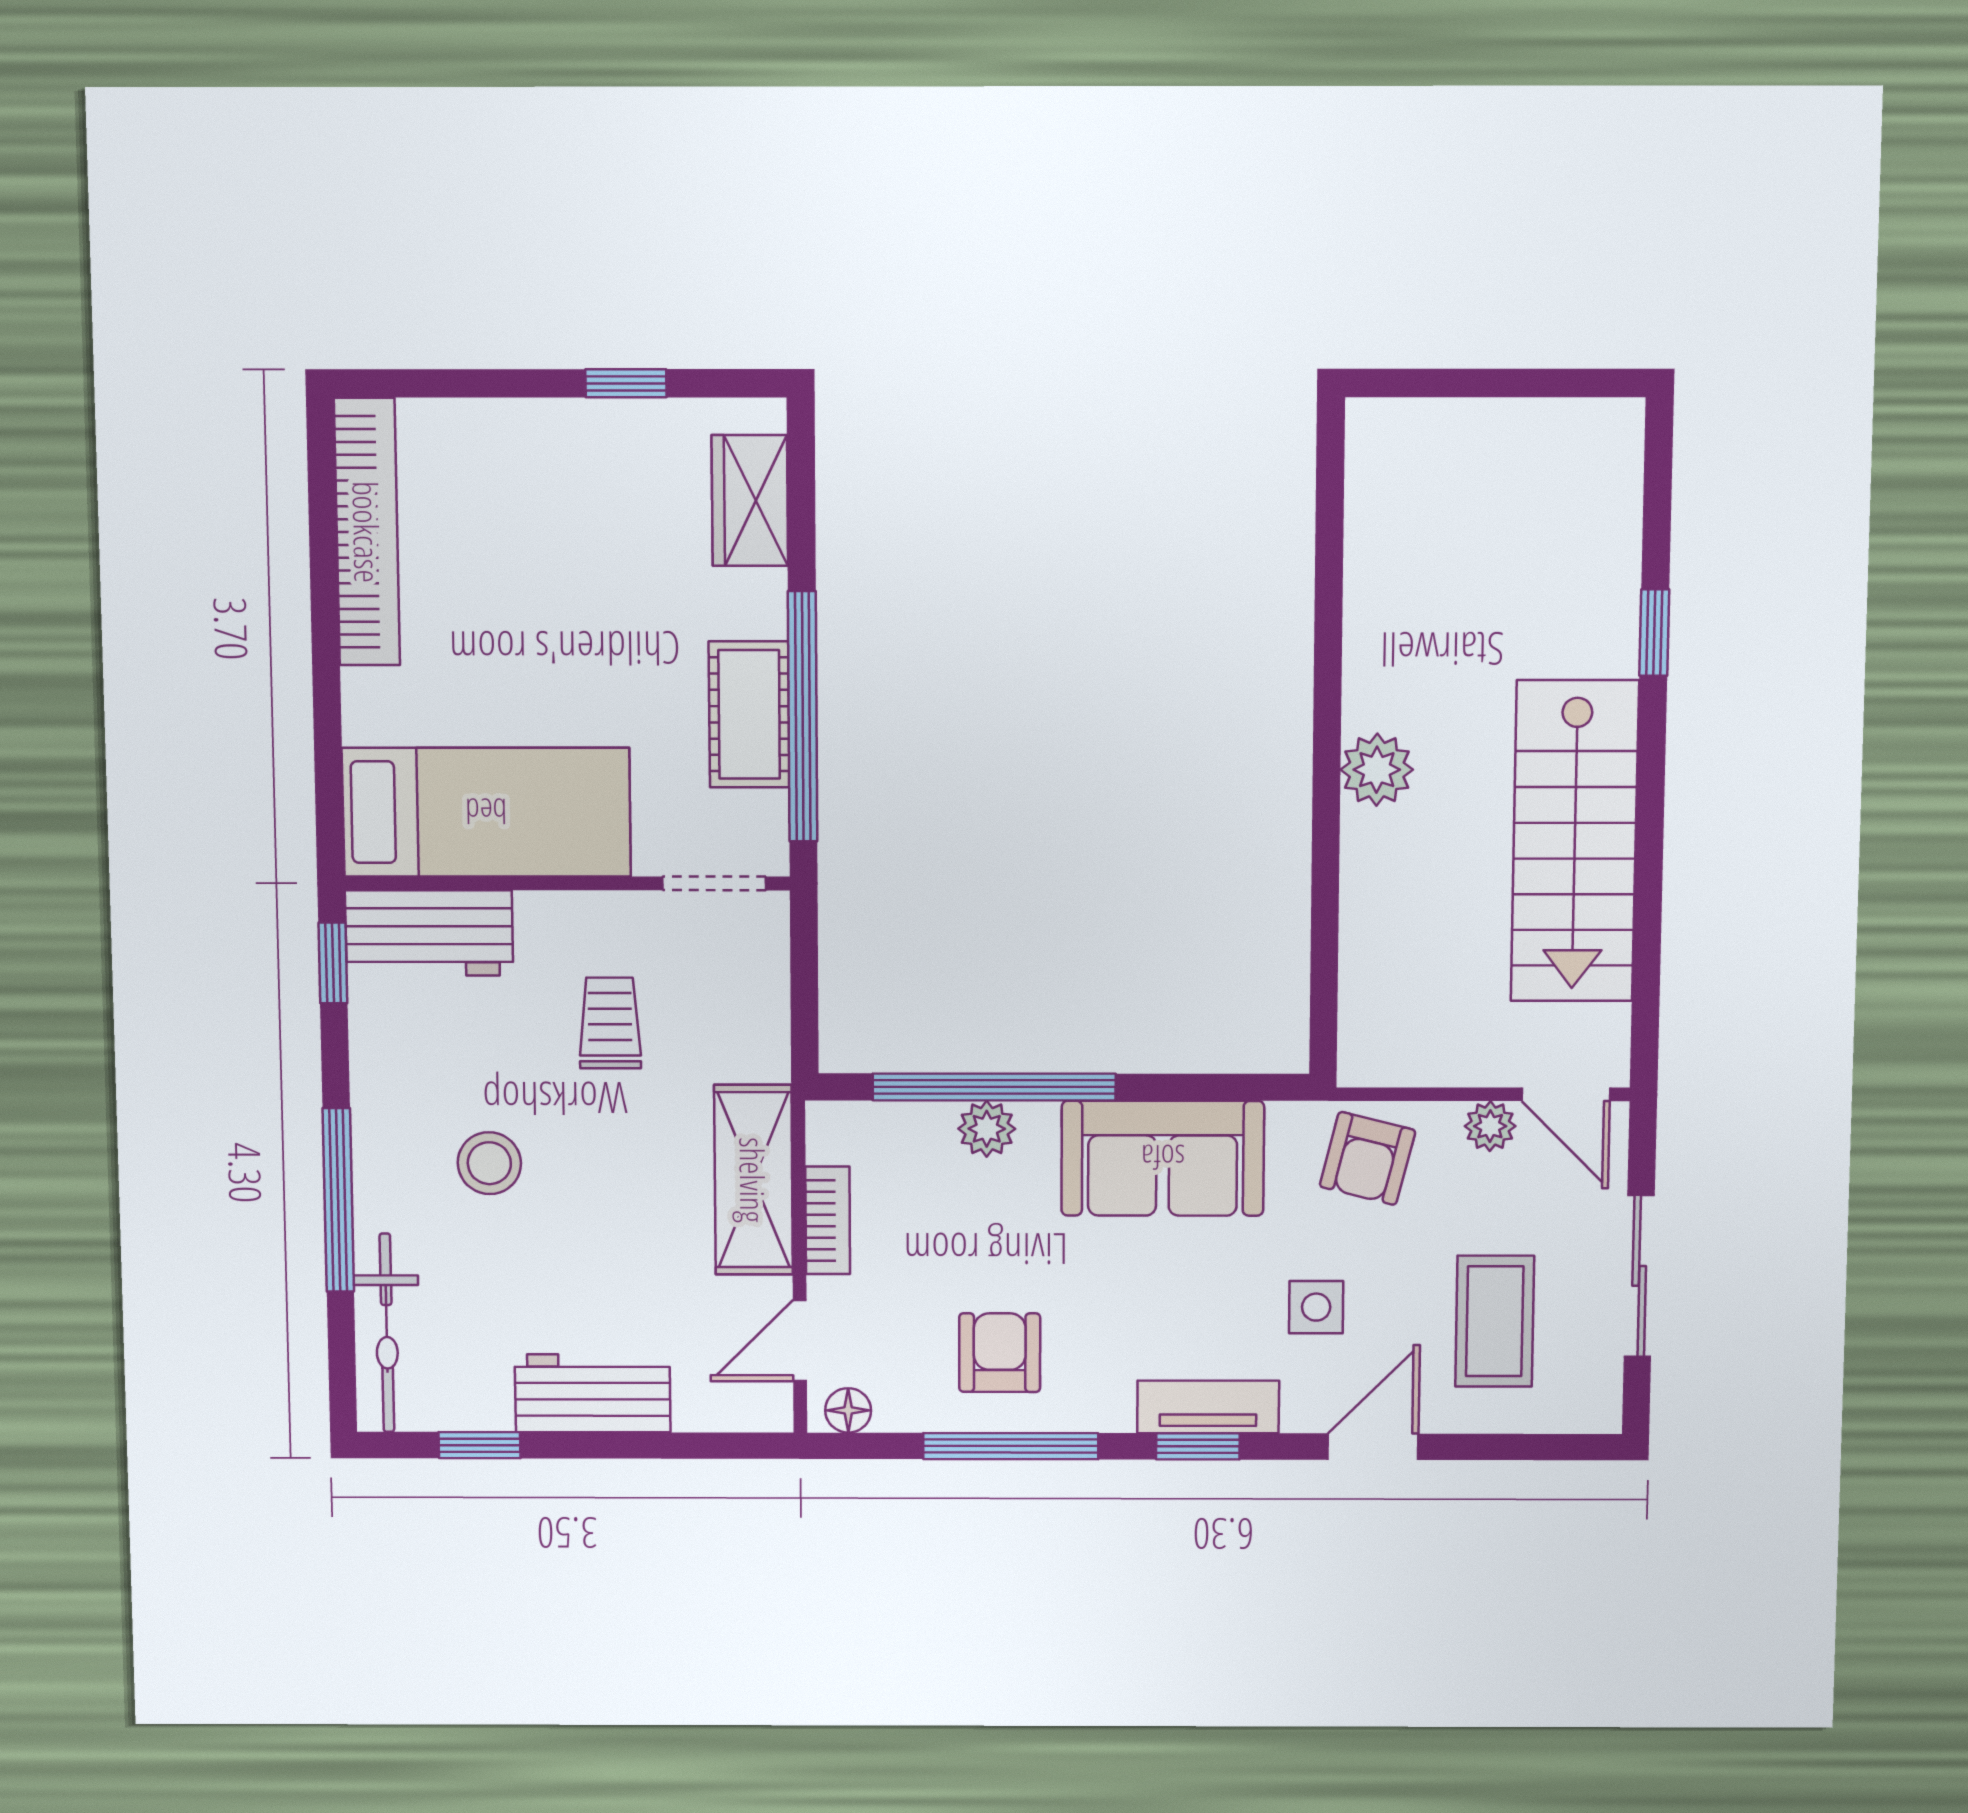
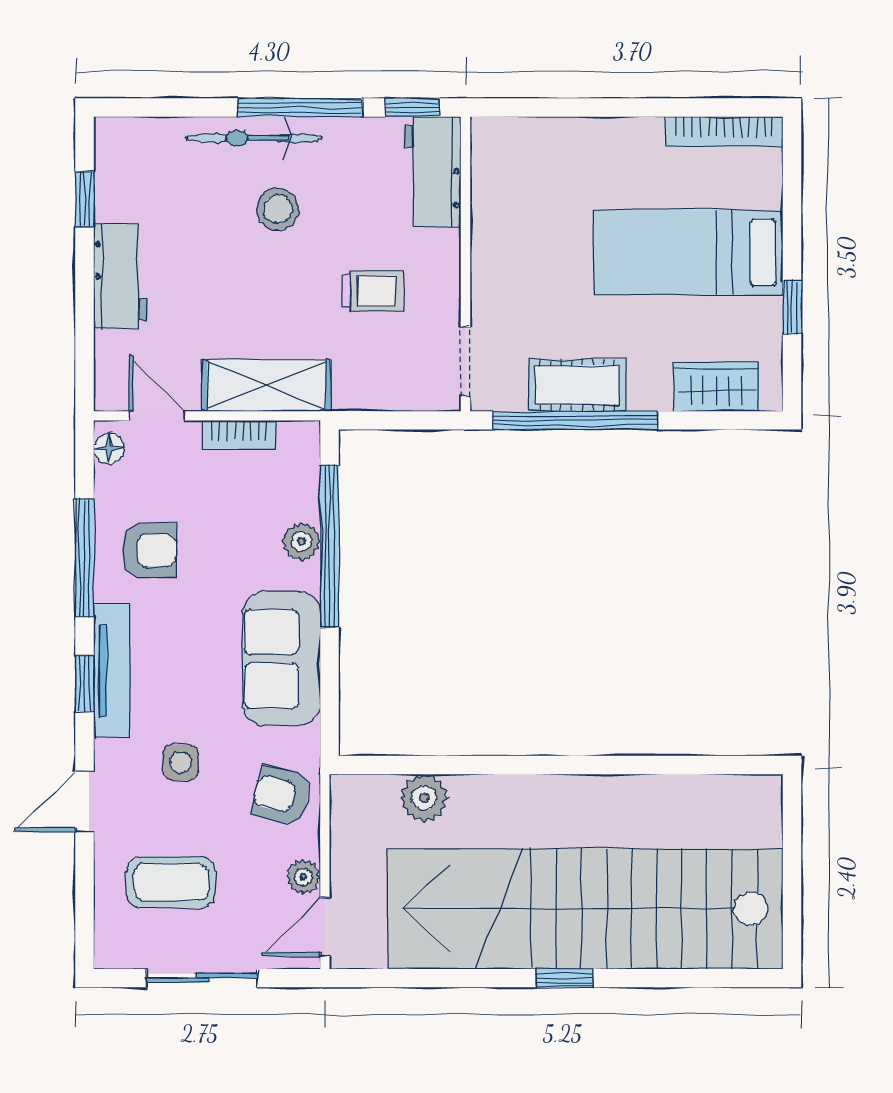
bookcase: (367, 532) -> (724, 132), width x0.68, depth x0.76
window: (1654, 633) -> (564, 978), moved
plant: (1377, 770) -> (424, 798), moved
bed: (486, 812) -> (688, 253), moved, turned 90
stairs: (1575, 841) -> (585, 909), width x1.86, depth x1.51
window: (338, 1200) -> (300, 107), moved
bicycle: (387, 1333) -> (253, 138), moved
tv unit: (1208, 1407) -> (112, 671), width x1.41
door: (1373, 1447) -> (85, 802), swing flipped

